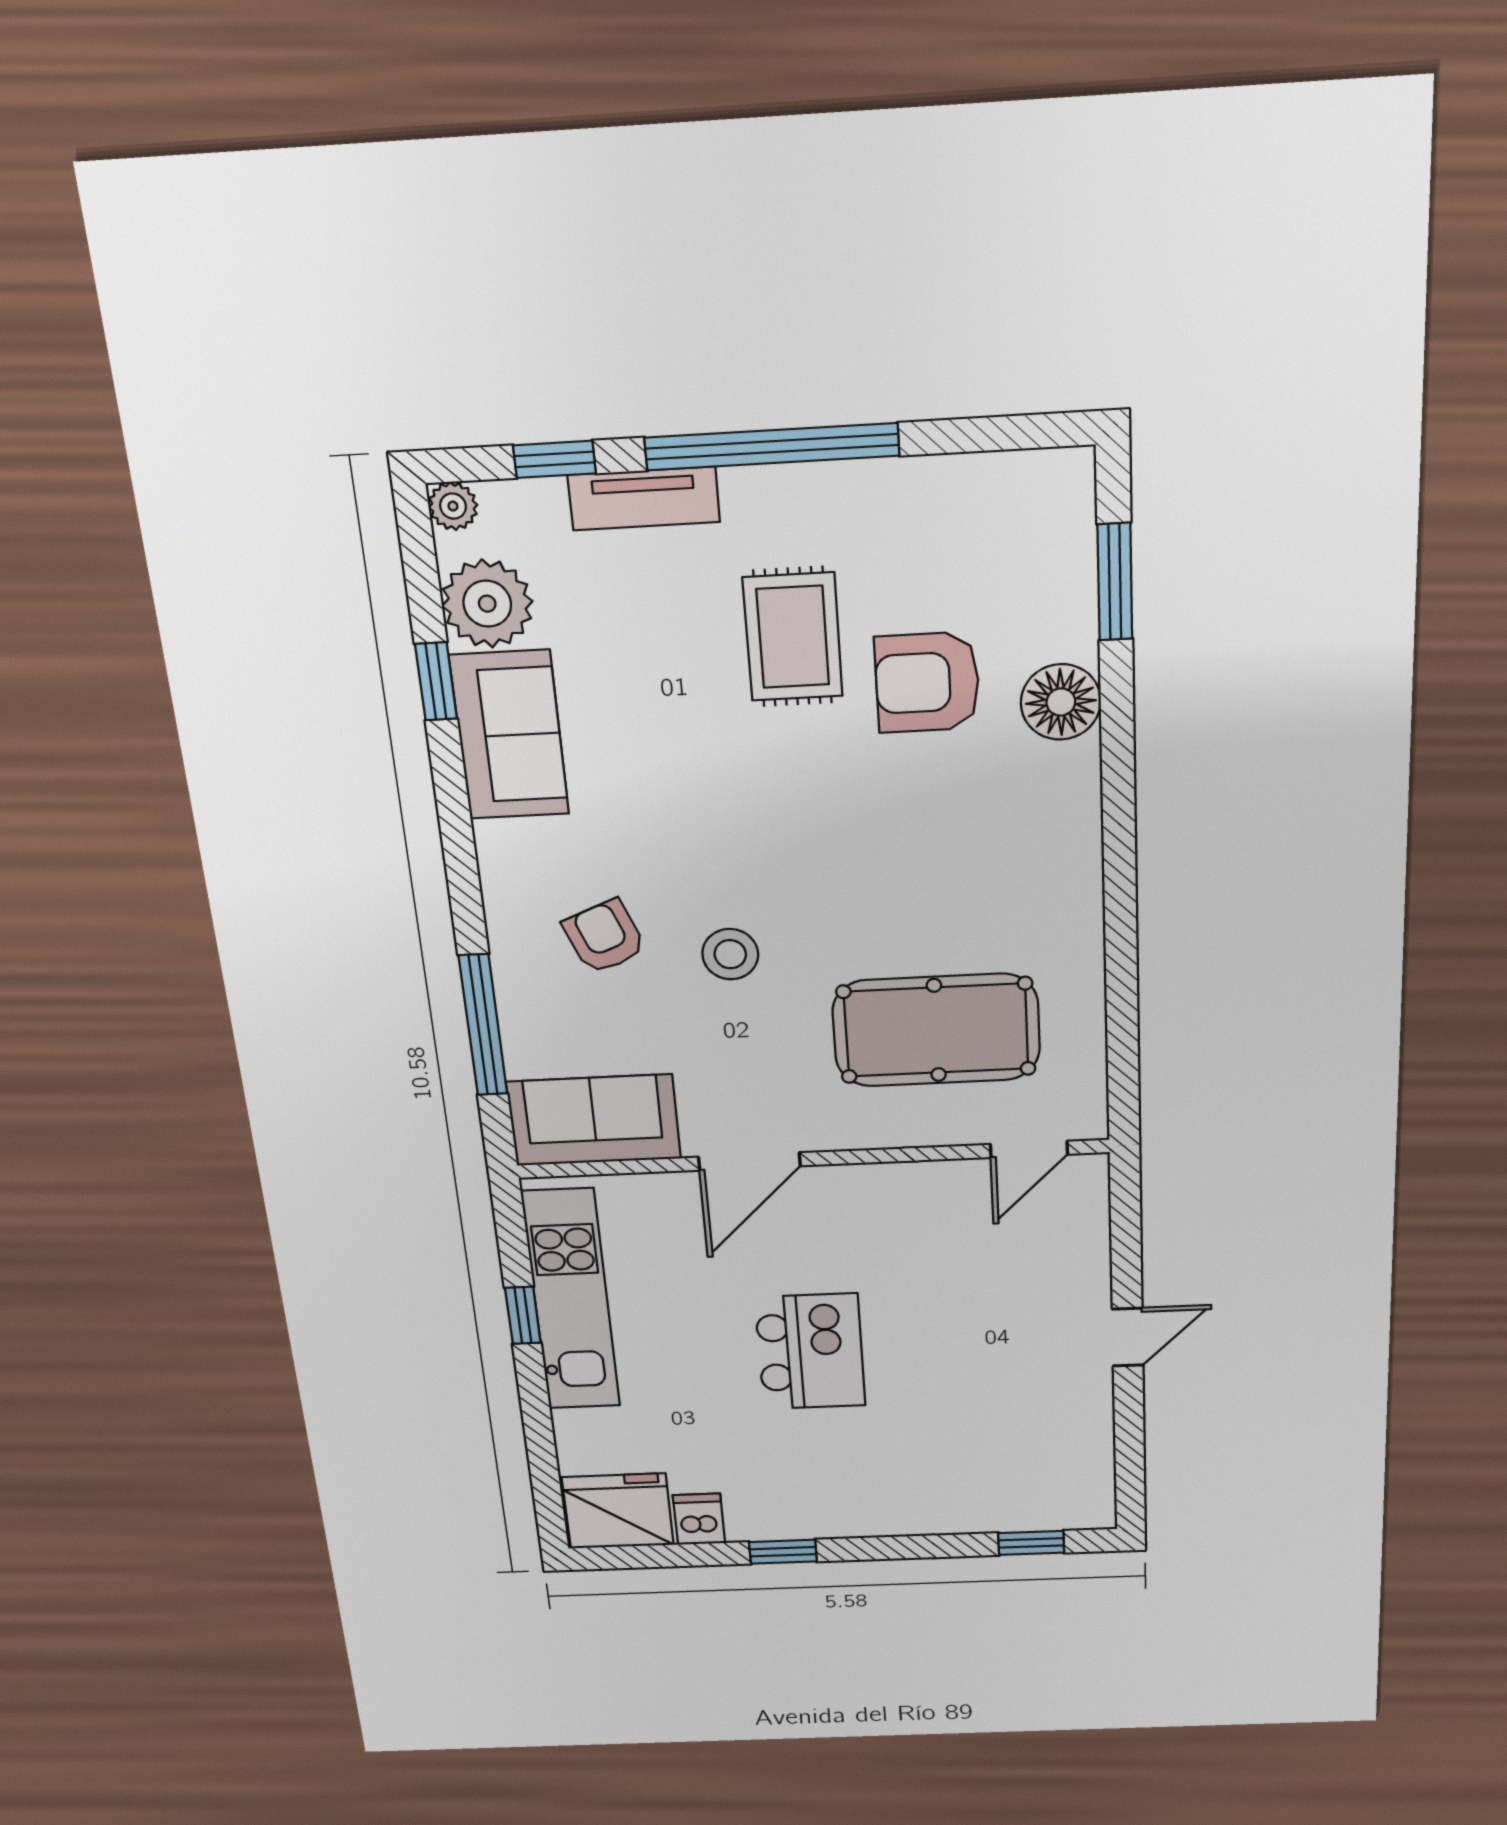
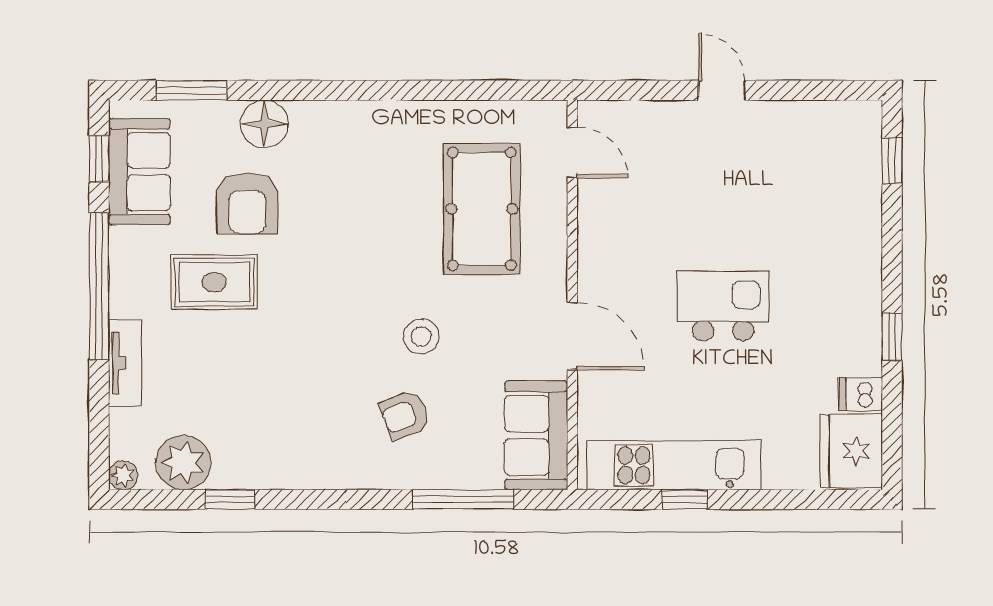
window: (554, 459) -> (99, 159), moved
sofa: (509, 735) -> (139, 172), moved, turned 90

